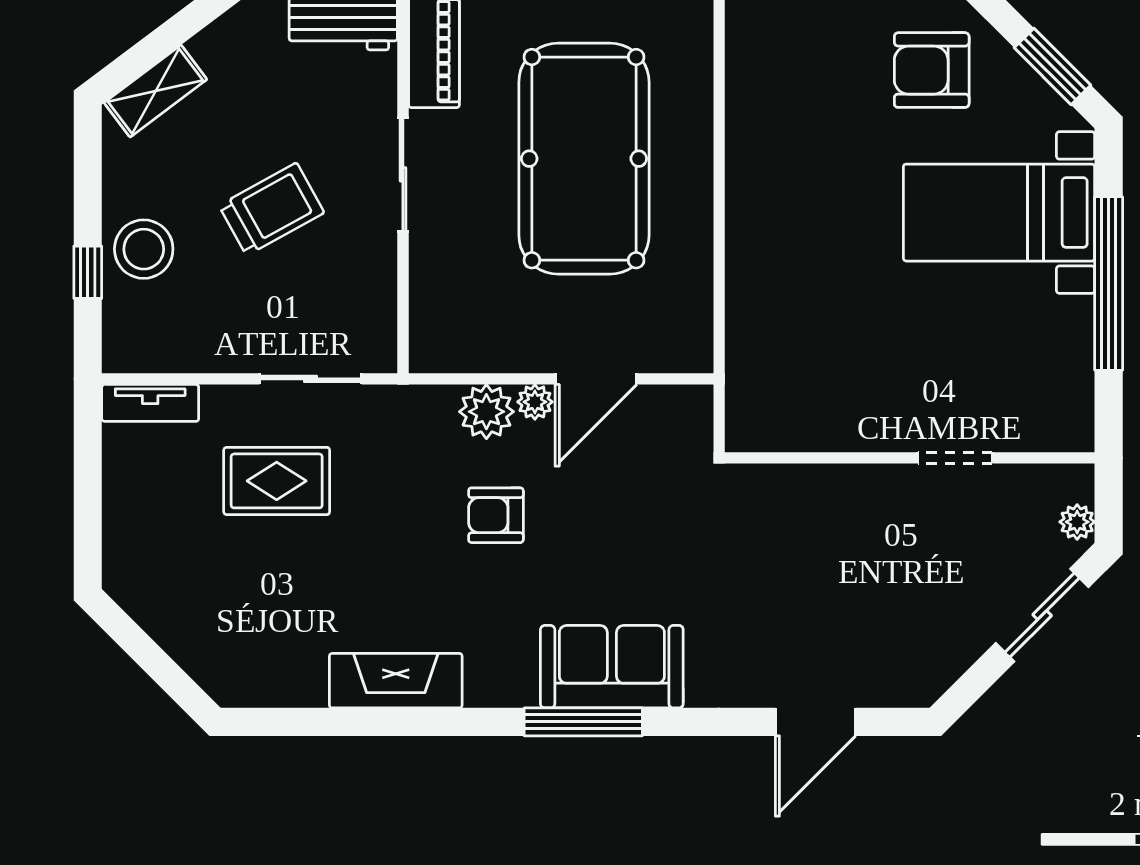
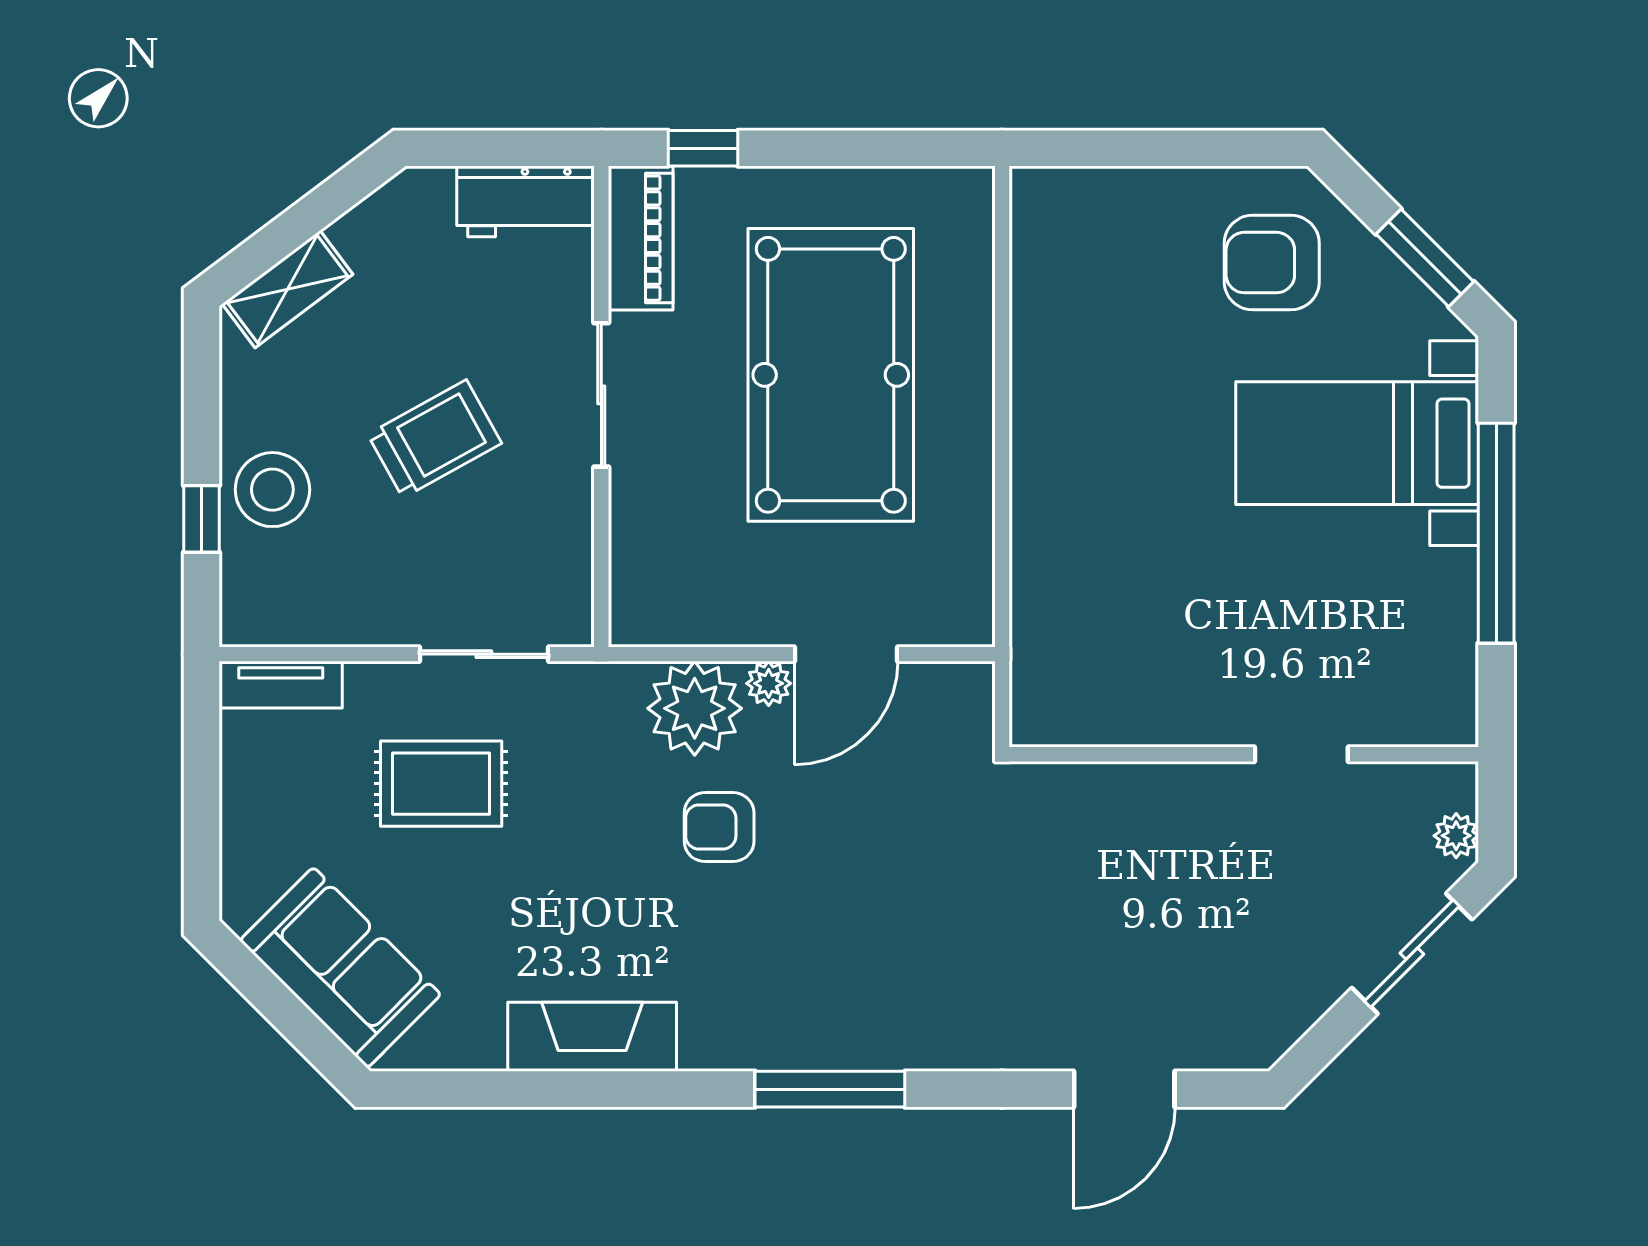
plant: (486, 412) -> (695, 708), width x1.36, depth x1.36
sofa: (612, 667) -> (340, 968), moved, turned 45

